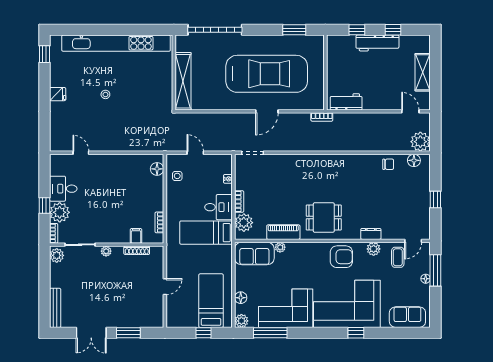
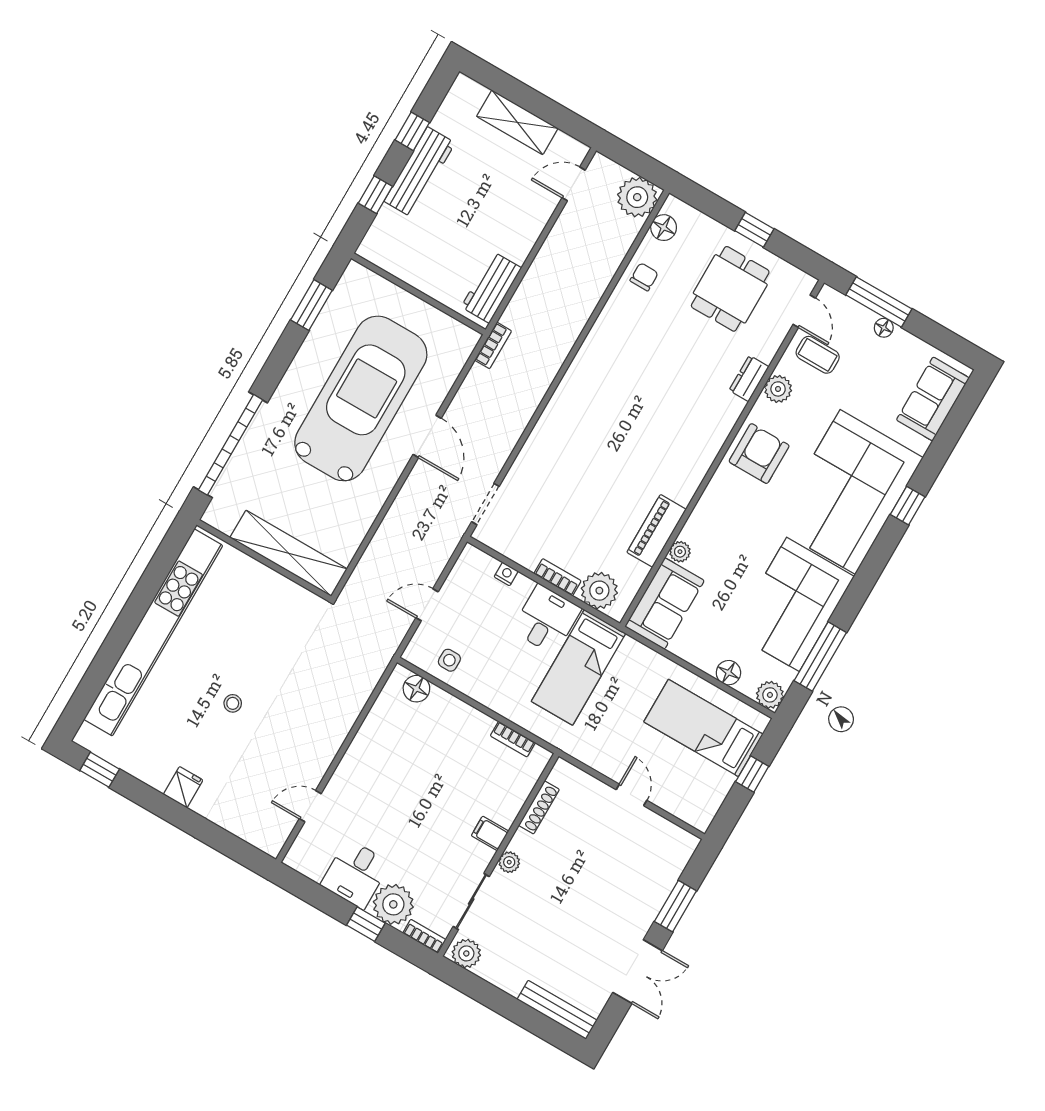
dining table: (324, 217) -> (730, 289), moved
filing cabinet: (136, 236) -> (490, 833), moved

